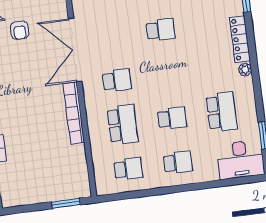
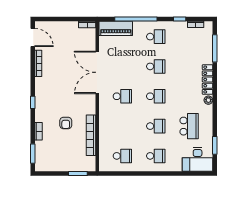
armchair: (20, 30) -> (66, 123), moved
bookcase: (74, 113) -> (91, 135), moved
school desk: (123, 125) -> (156, 96), moved, width x0.54

